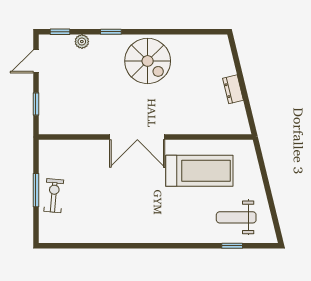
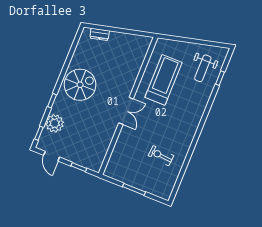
plant: (82, 42) -> (55, 123), width x1.87, depth x1.87
dresser: (233, 89) -> (100, 34), moved
double door: (137, 137) -> (126, 111), width x0.73
exercise bike: (54, 196) -> (161, 156), moved

